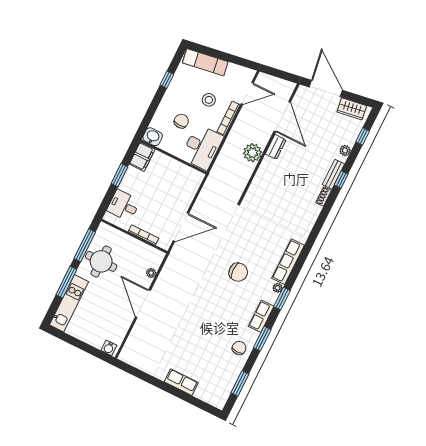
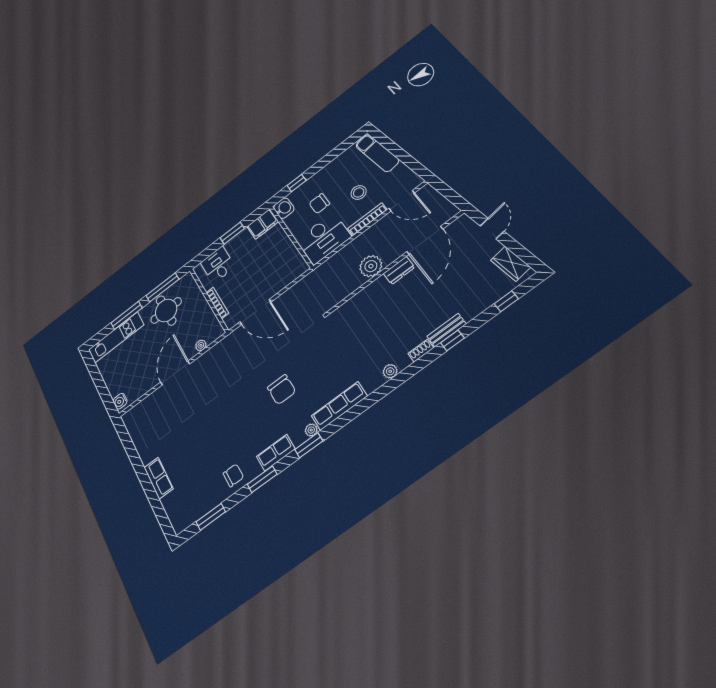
window: (167, 80) -> (297, 183), moved
door: (326, 89) -> (492, 229), width x0.53
chair: (181, 121) -> (319, 204), turned 180
plant: (345, 151) -> (390, 371), moved

